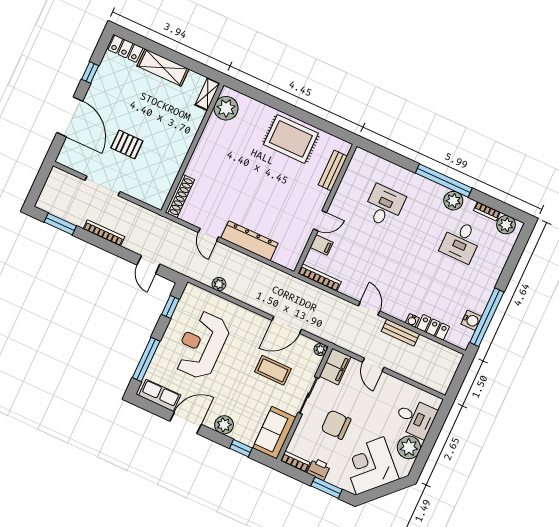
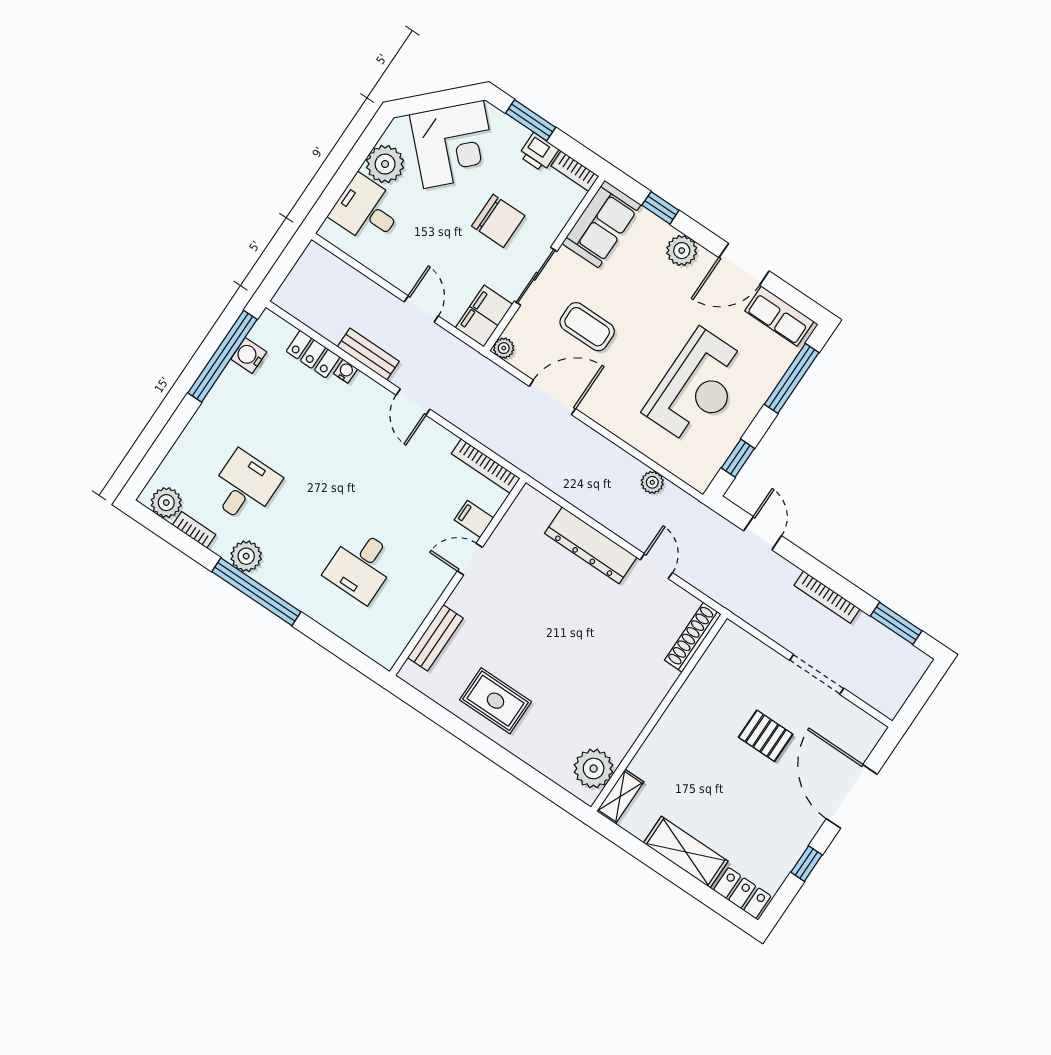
rug: (291, 139) -> (496, 701), width x0.73, depth x0.70

